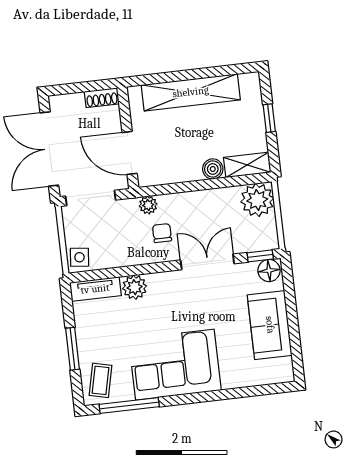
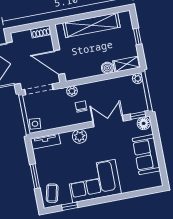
plant: (257, 200) -> (138, 78), width x0.53, depth x0.53
plant: (135, 287) -> (80, 136), moved
window: (129, 405) -> (70, 206), width x0.46

